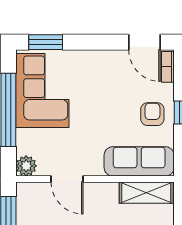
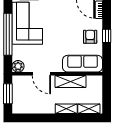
shelving: (146, 193) -> (71, 82), moved

